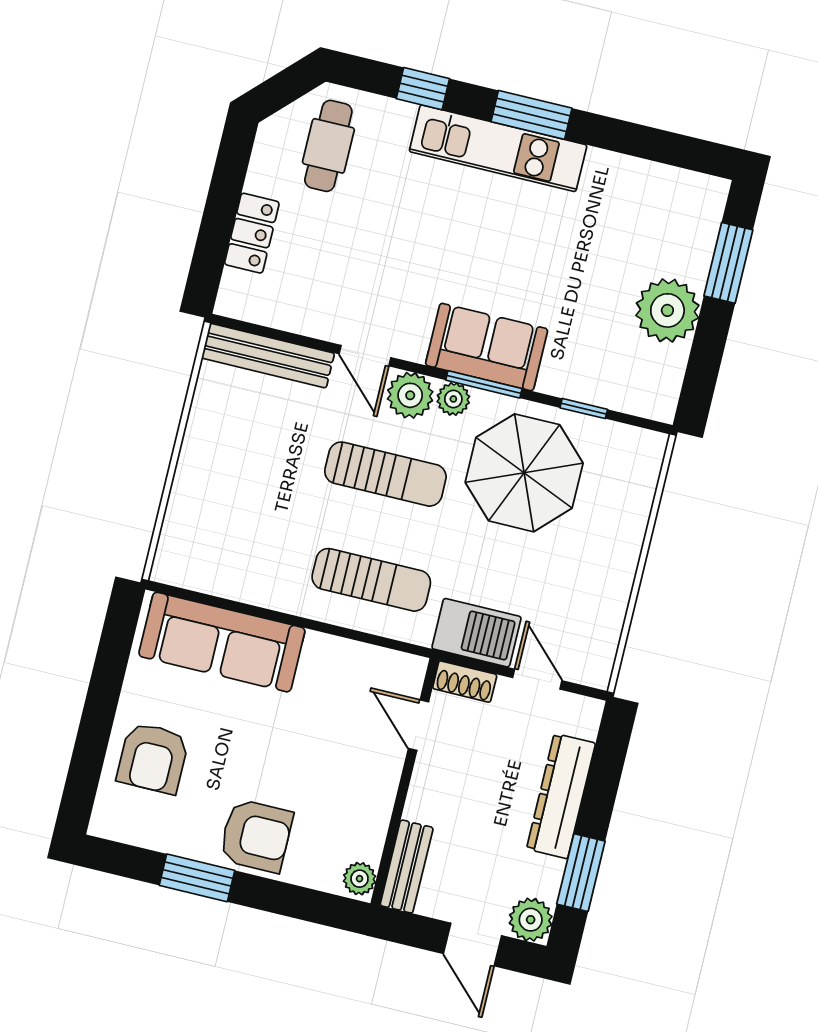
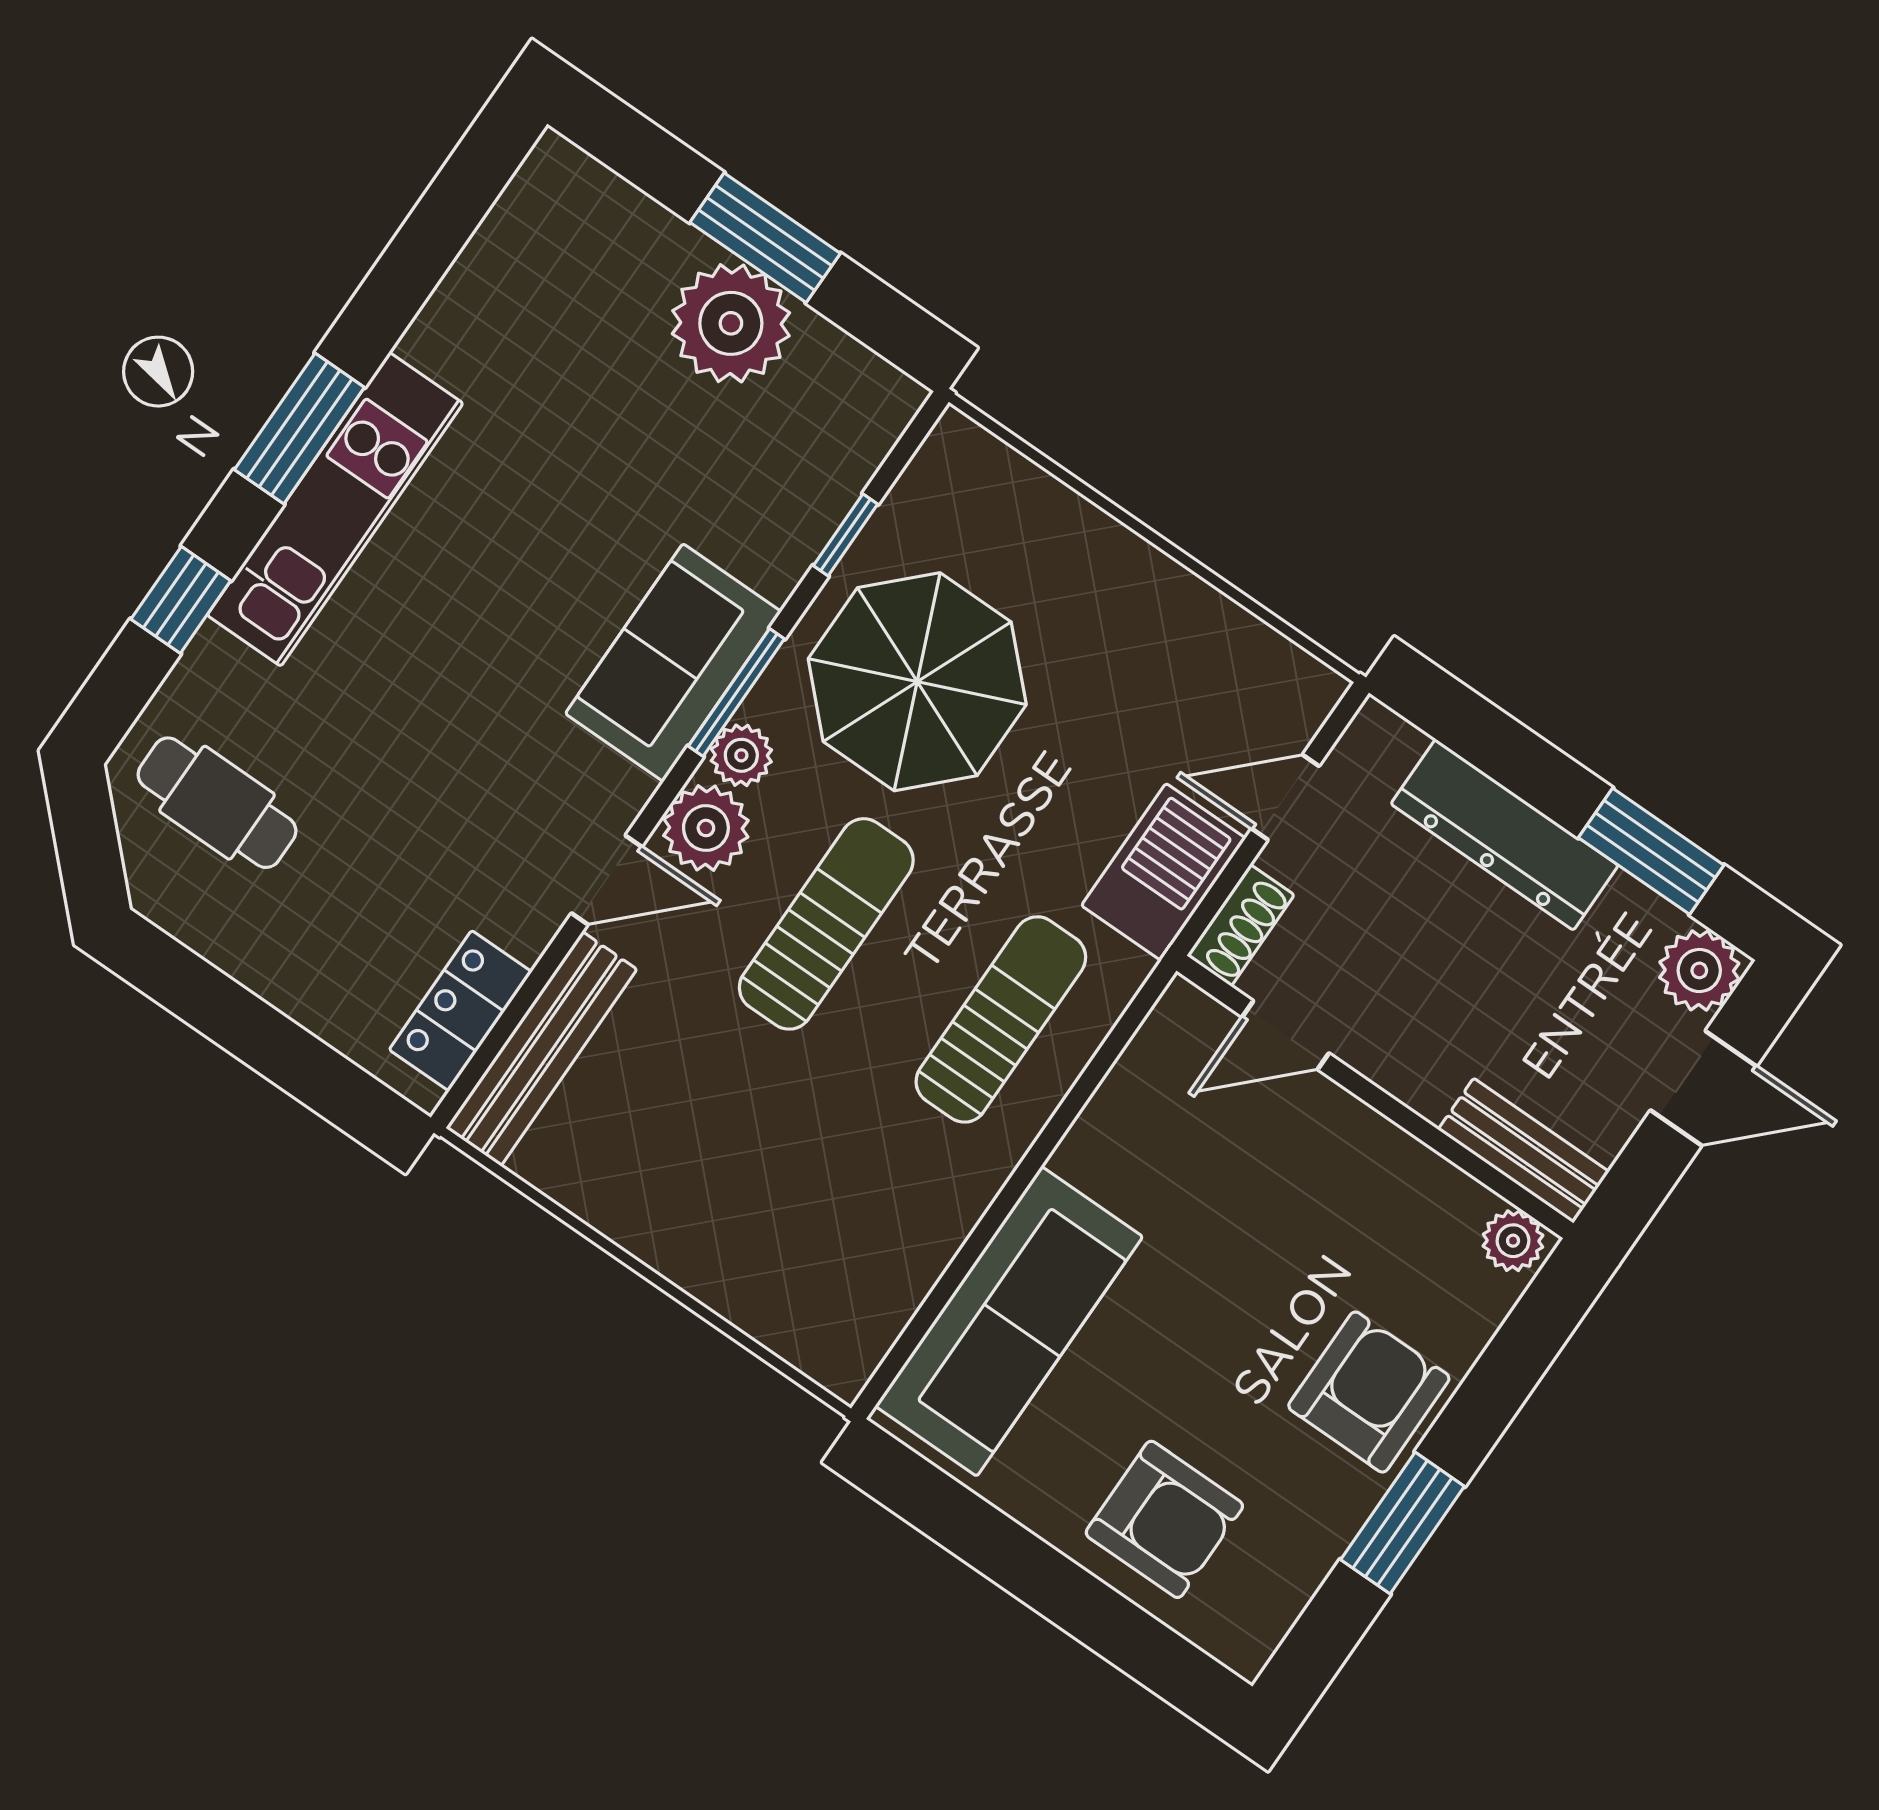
locker: (252, 233) -> (460, 1011), moved, turned -90
window: (728, 263) -> (765, 238), moved

